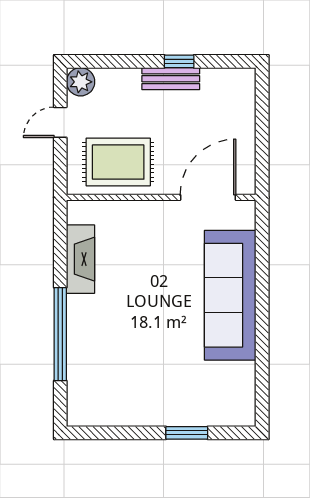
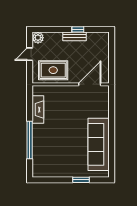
sofa: (230, 295) -> (99, 144), moved

